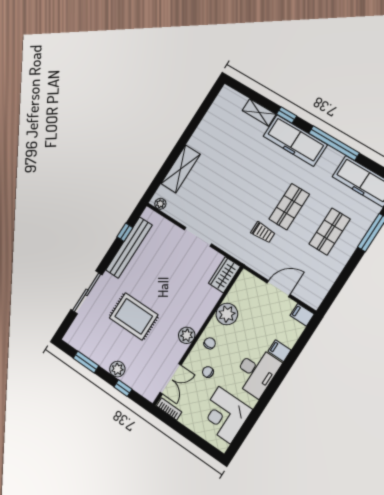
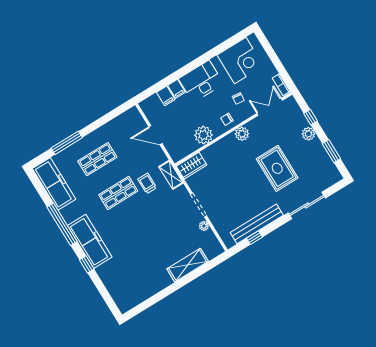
shelving: (259, 112) -> (171, 175), moved
plant: (160, 204) -> (204, 226), moved
filing cabinet: (302, 315) -> (166, 96), moved

